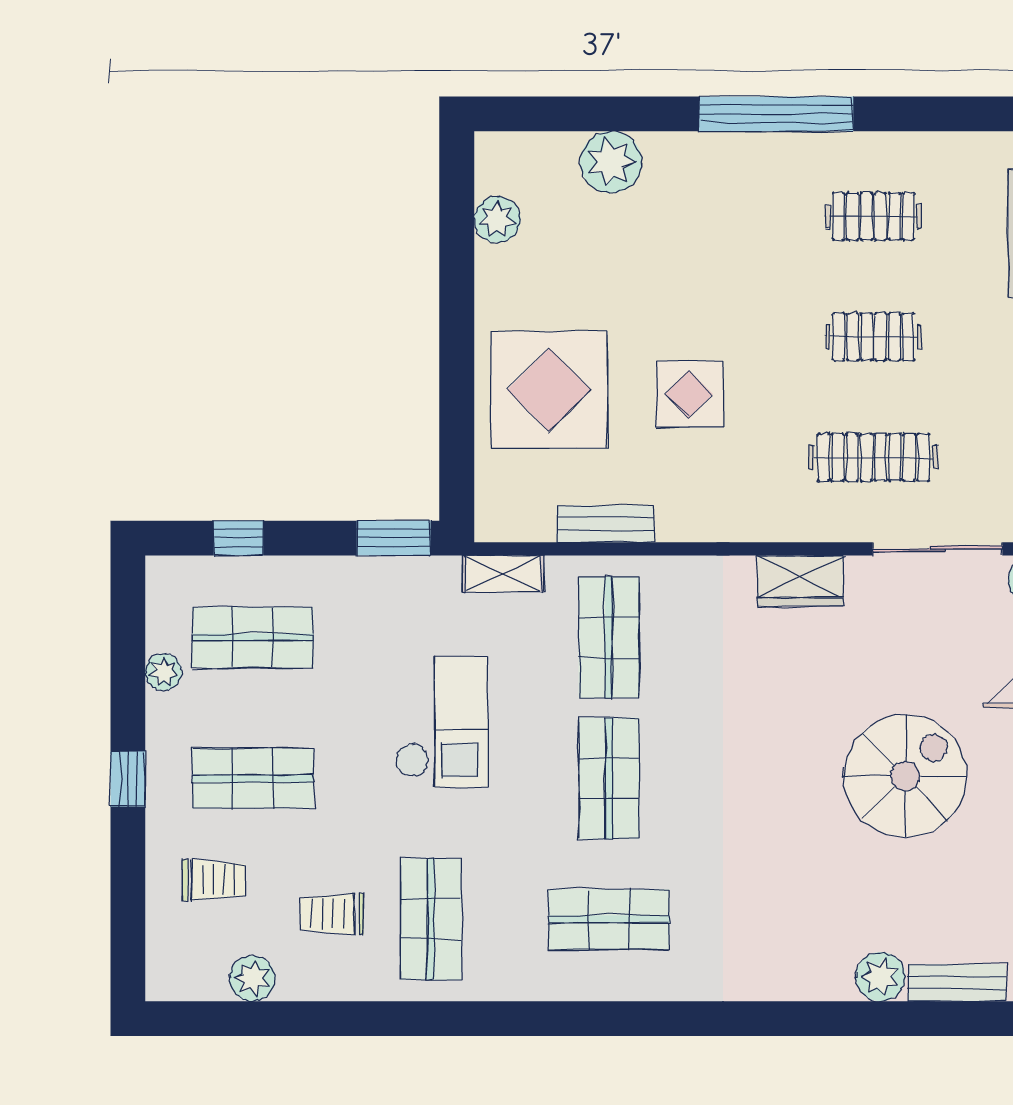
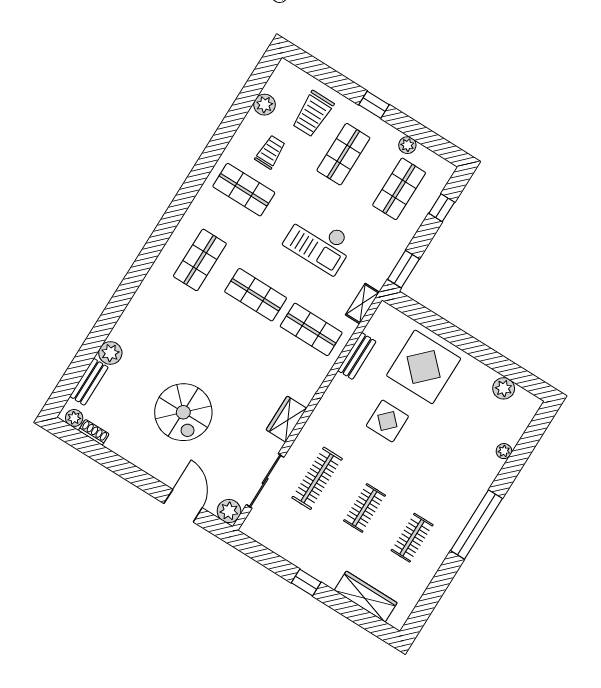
plant: (611, 162) -> (504, 451), width x0.53, depth x0.53
trolley: (214, 880) -> (313, 114), width x1.36, depth x1.39

